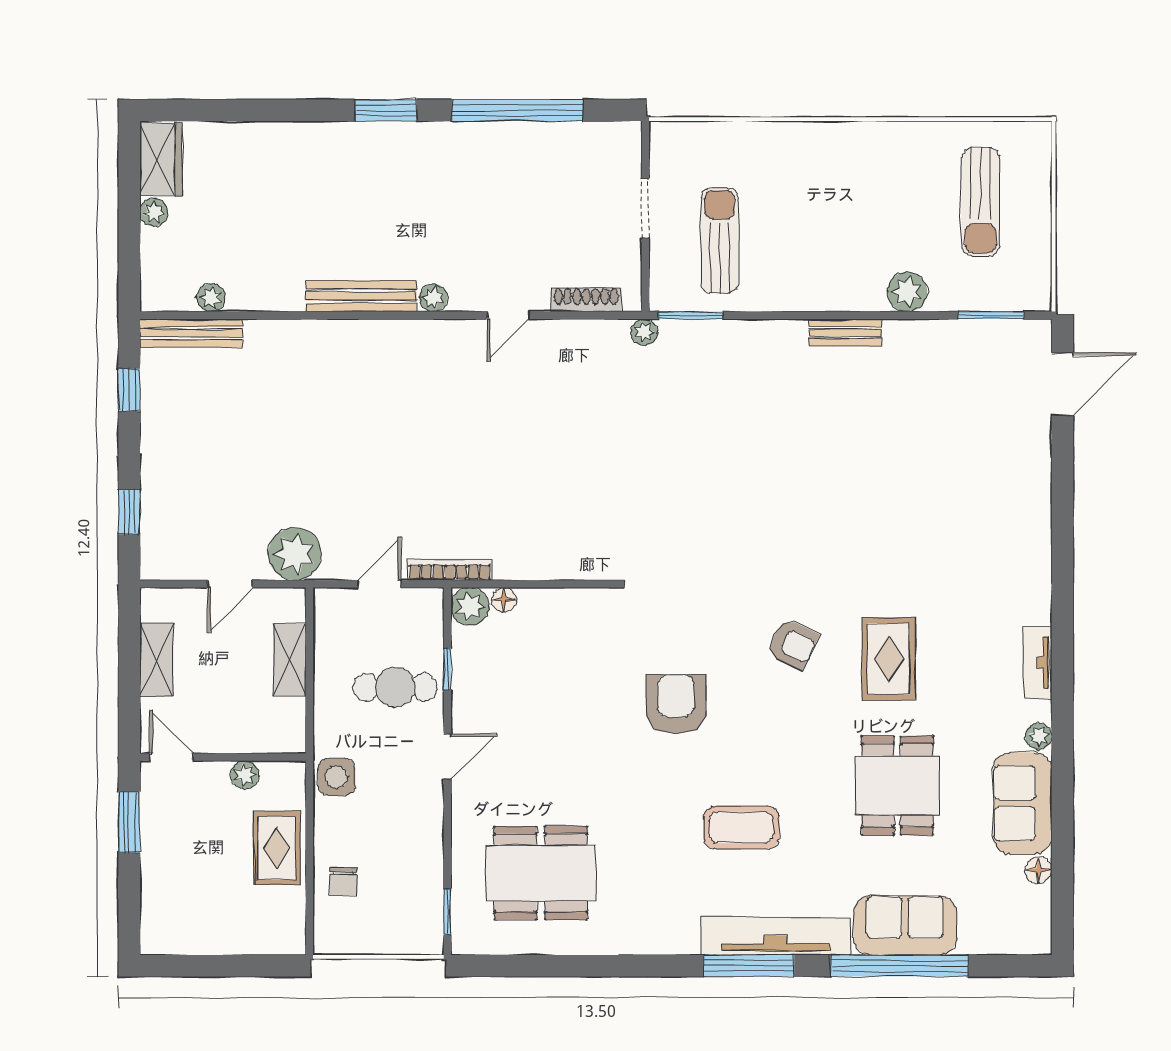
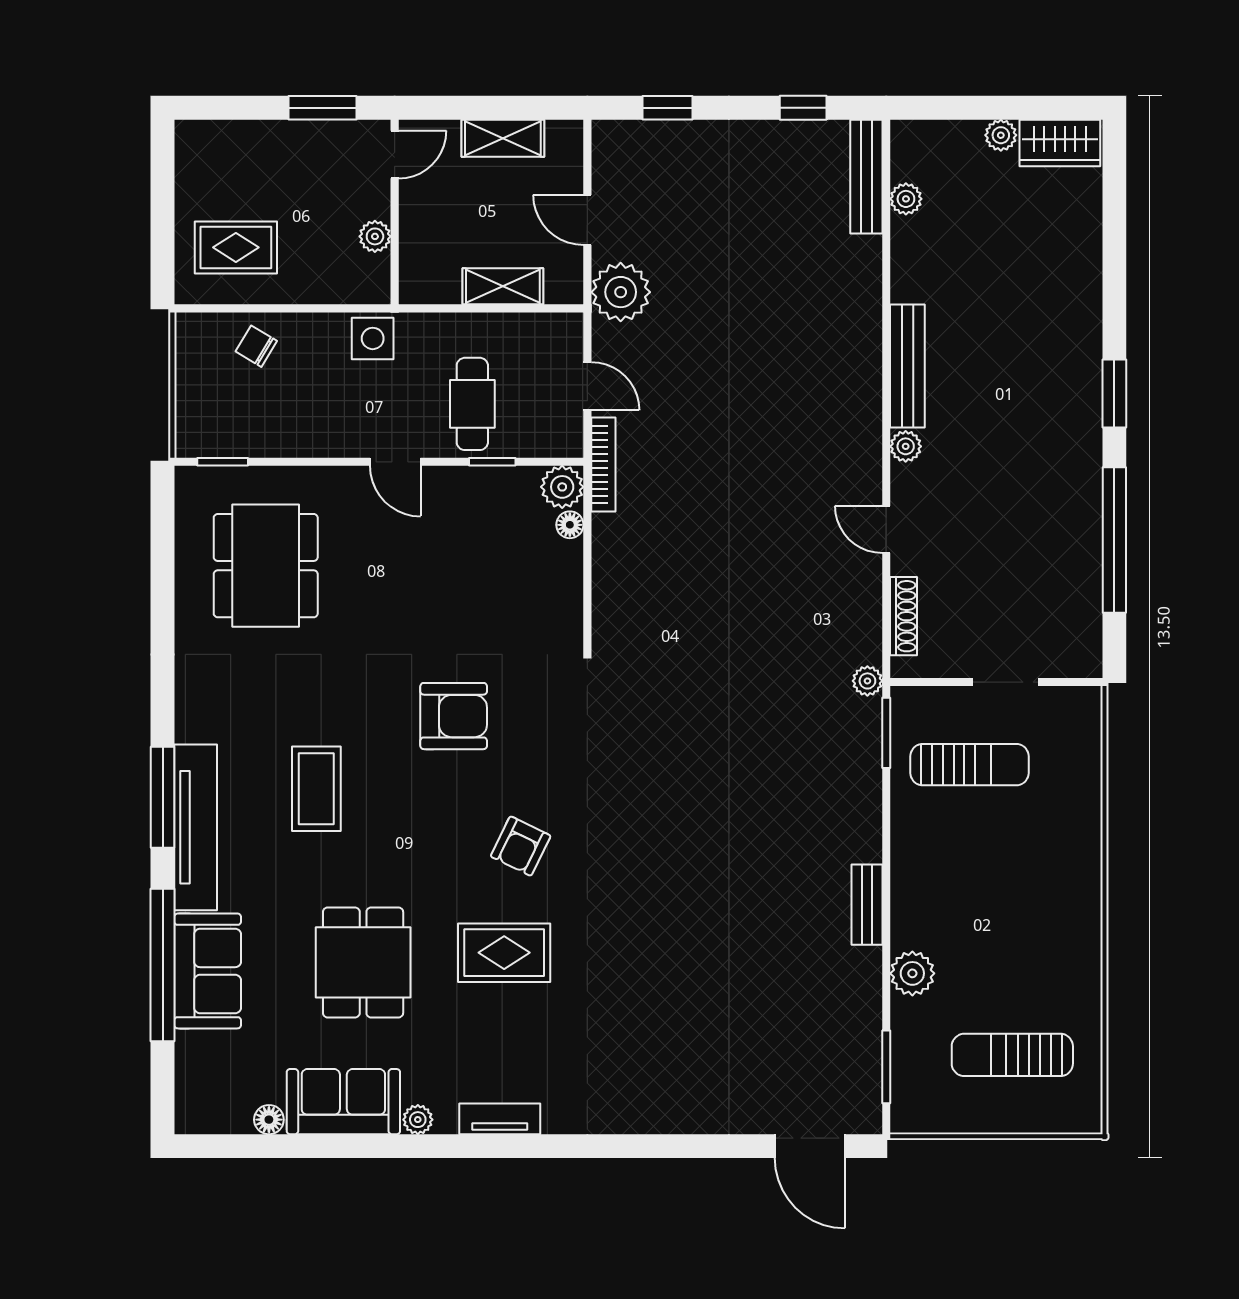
dining table: (897, 785) -> (363, 962), turned 90
rug: (277, 848) -> (236, 247), moved
chair: (343, 881) -> (256, 346), turned 31

